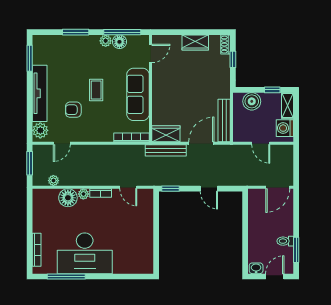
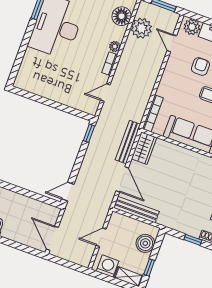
plant: (53, 181) -> (141, 28), width x1.87, depth x1.87
door: (209, 189) -> (68, 192), moved
floor lamp: (68, 198) -> (122, 16), moved

